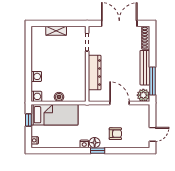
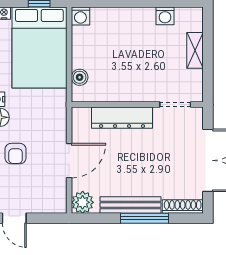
washing machine: (36, 76) -> (165, 16), moved
window: (153, 81) -> (144, 218), moved
boiler: (59, 97) -> (80, 77), moved
bed: (54, 115) -> (39, 48), width x1.50

